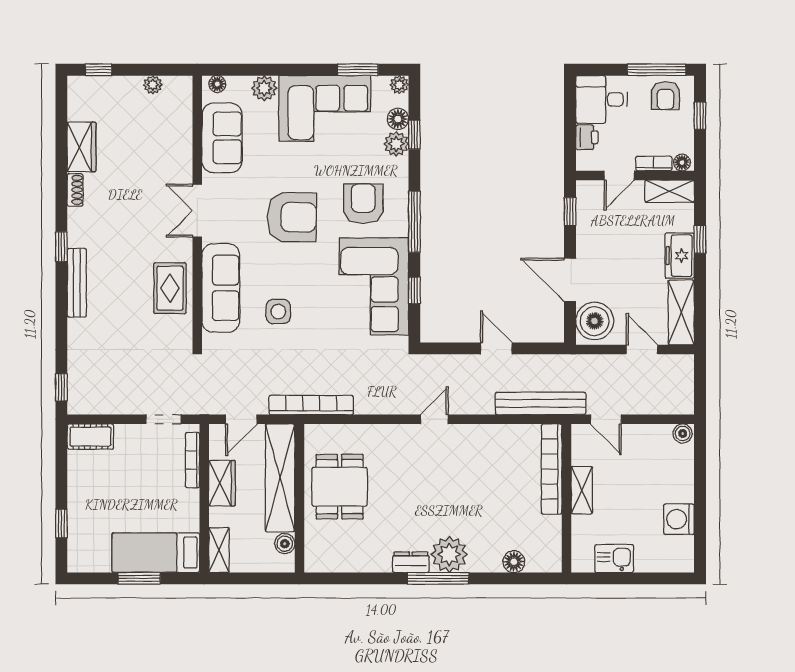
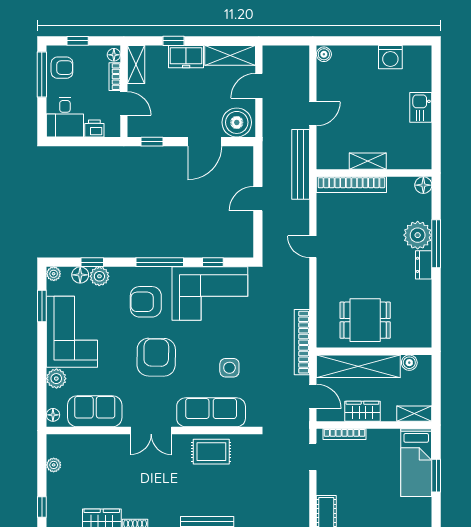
bookcase: (552, 469) -> (351, 185), moved
shelving: (582, 490) -> (368, 161), moved
wall: (567, 498) -> (374, 173), moved

